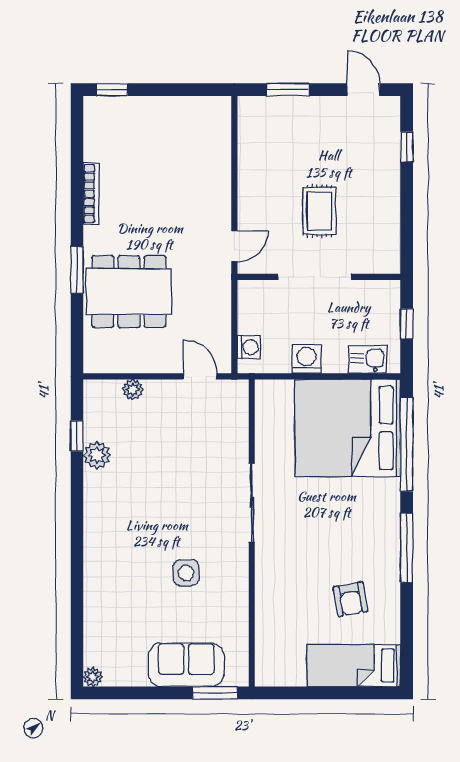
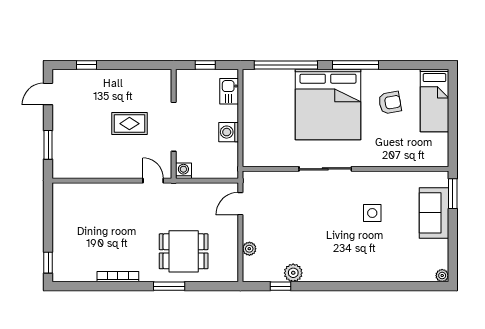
dining table: (129, 292) -> (184, 251), width x0.73
washing machine: (249, 347) -> (183, 171), moved
bed: (348, 428) -> (328, 105), moved

